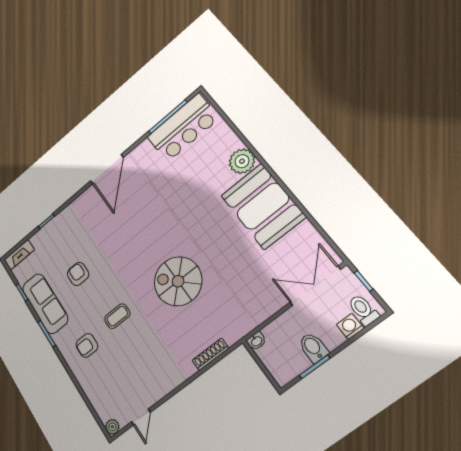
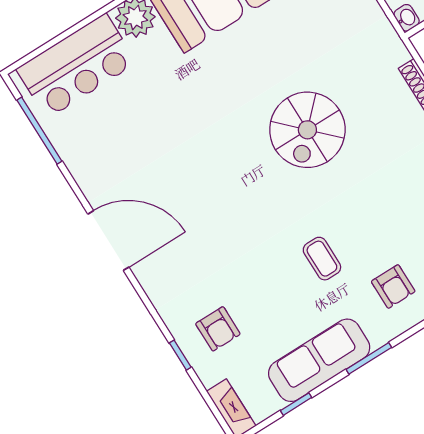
bar counter: (183, 128) -> (76, 66), moved, turned 90
armchair: (78, 274) -> (218, 329), moved, turned -90
coffee table: (117, 316) -> (322, 259), moved

